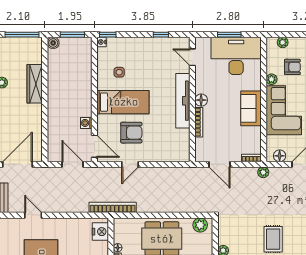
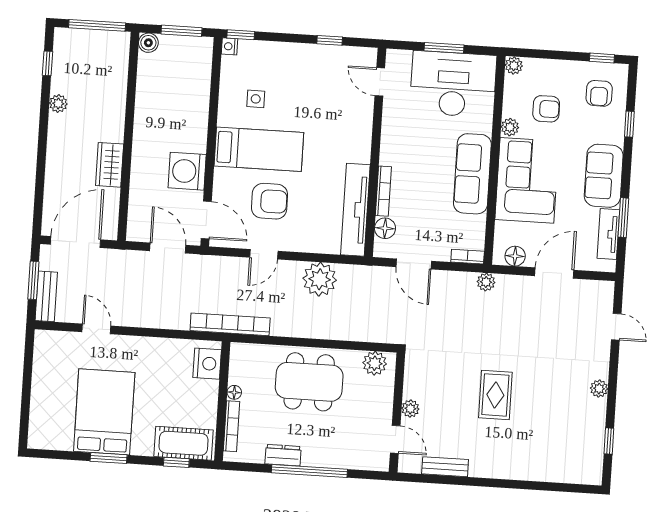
plant: (283, 42) -> (514, 66), moved
wardrobe: (35, 84) -> (110, 165), moved, width x0.67
floor lamp: (201, 100) -> (385, 228), moved
tv unit: (183, 101) -> (355, 210), moved
sofa: (251, 108) -> (472, 174), width x1.36
washing machine: (86, 123) -> (187, 171), width x1.89, depth x1.89
plant: (164, 177) -> (320, 279), added

